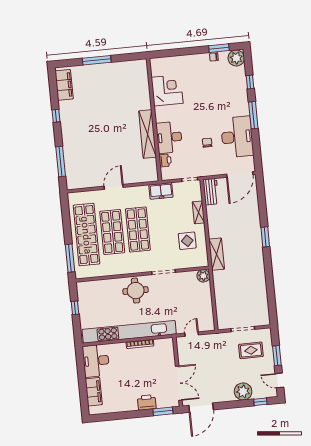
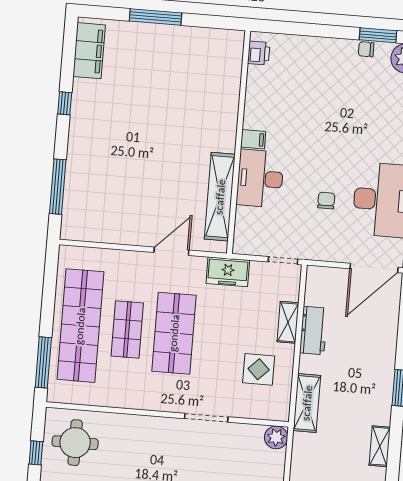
corner desk: (167, 90) -> (272, 94), removed
filing cabinet: (162, 117) -> (253, 139), added
shelving: (148, 134) -> (220, 197), moved
printer: (165, 160) -> (259, 53), moved
door: (114, 187) -> (171, 251), moved
workbench: (211, 192) -> (313, 331), moved
shop shelf: (112, 232) -> (127, 329), width x0.70, depth x0.74
shelving: (260, 270) -> (380, 446), added
round table: (136, 291) -> (75, 443), moved

